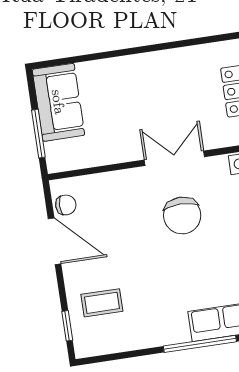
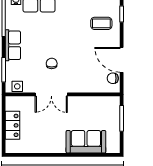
sofa: (58, 102) -> (86, 142), moved, turned 90
chair: (182, 215) -> (52, 63), width x0.54, depth x0.54

